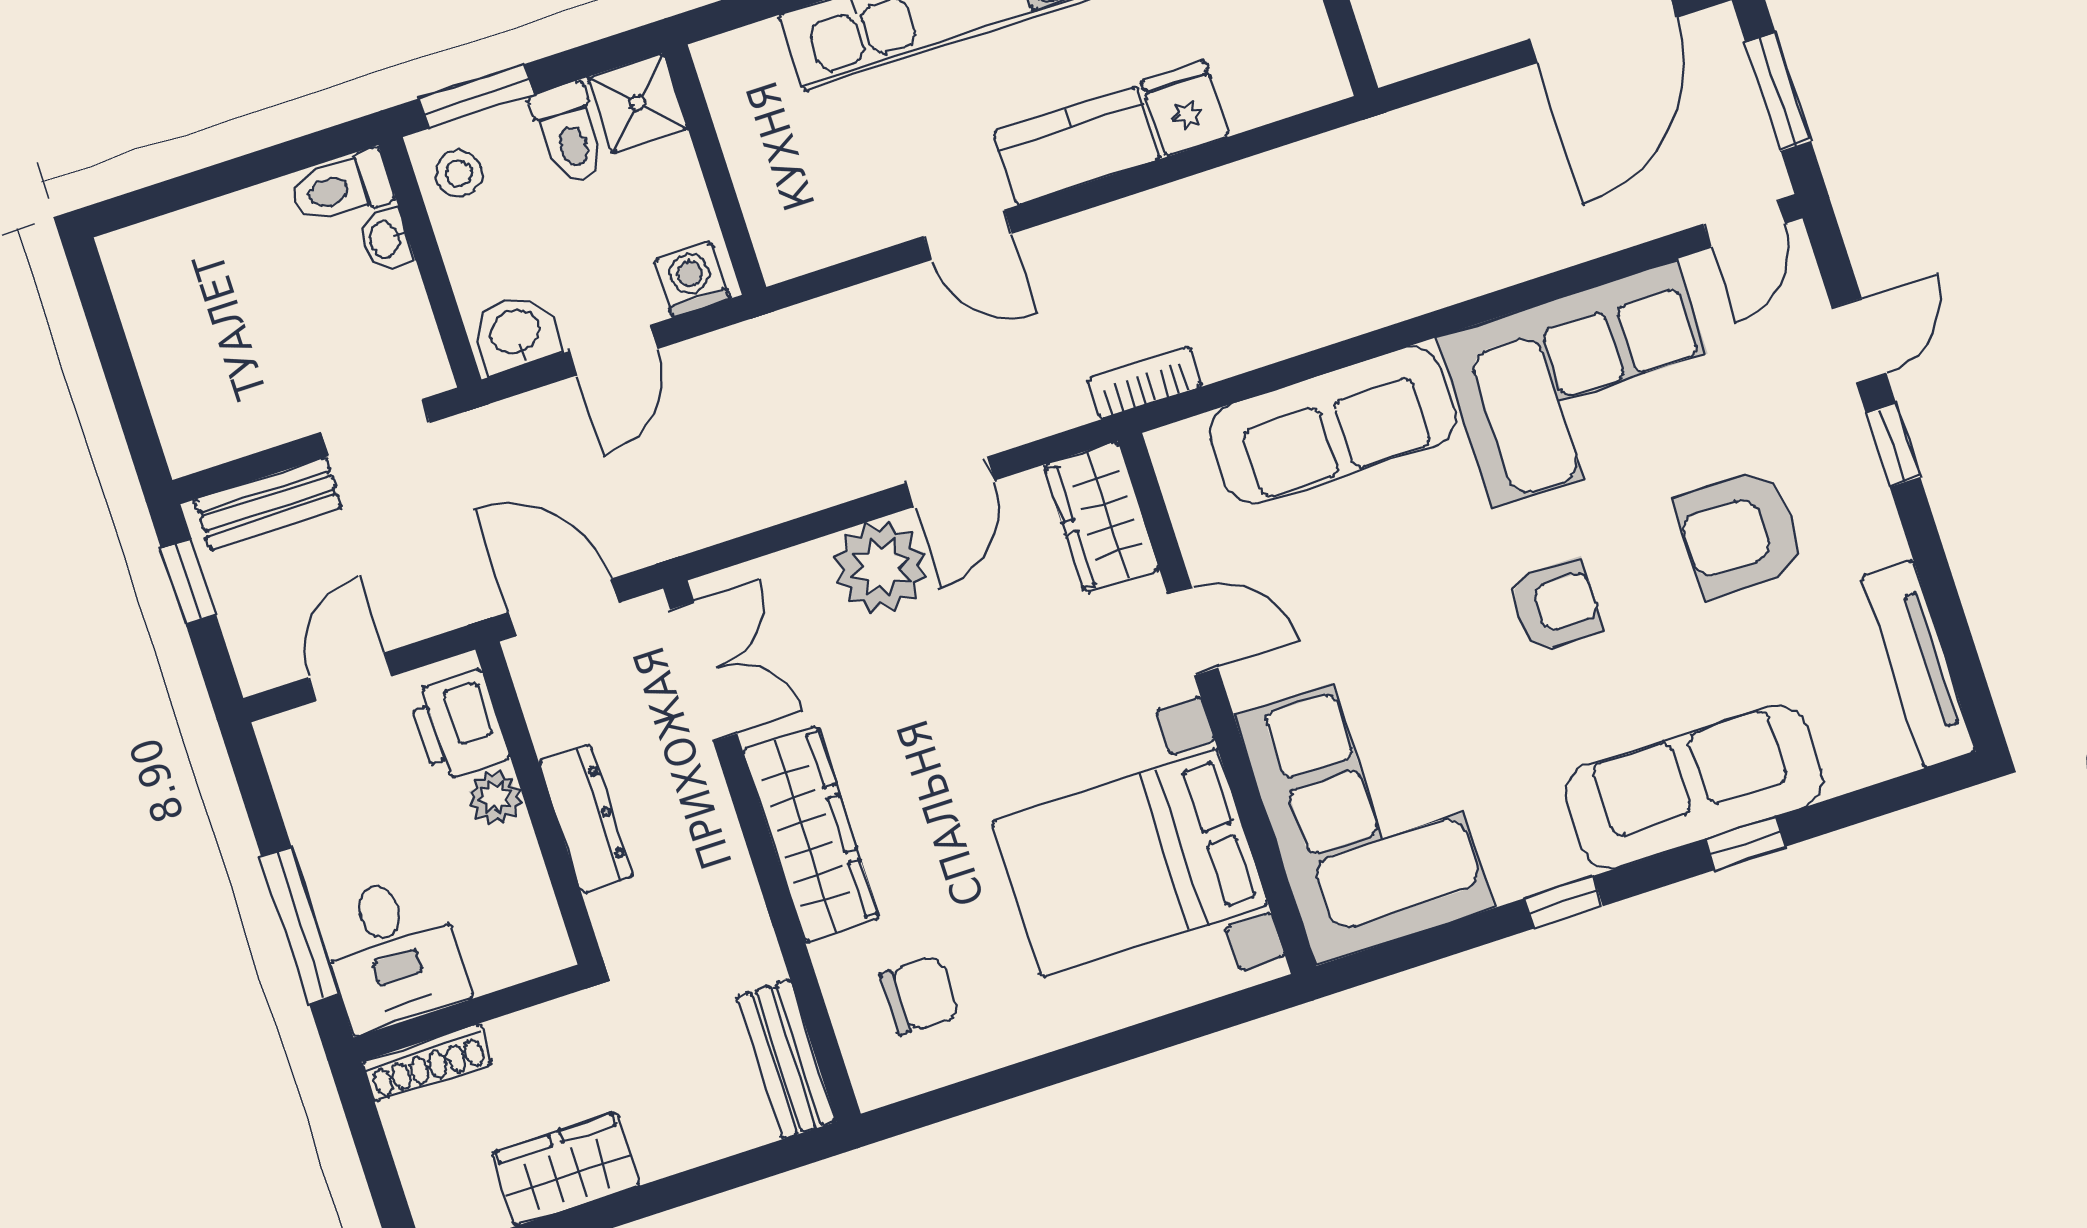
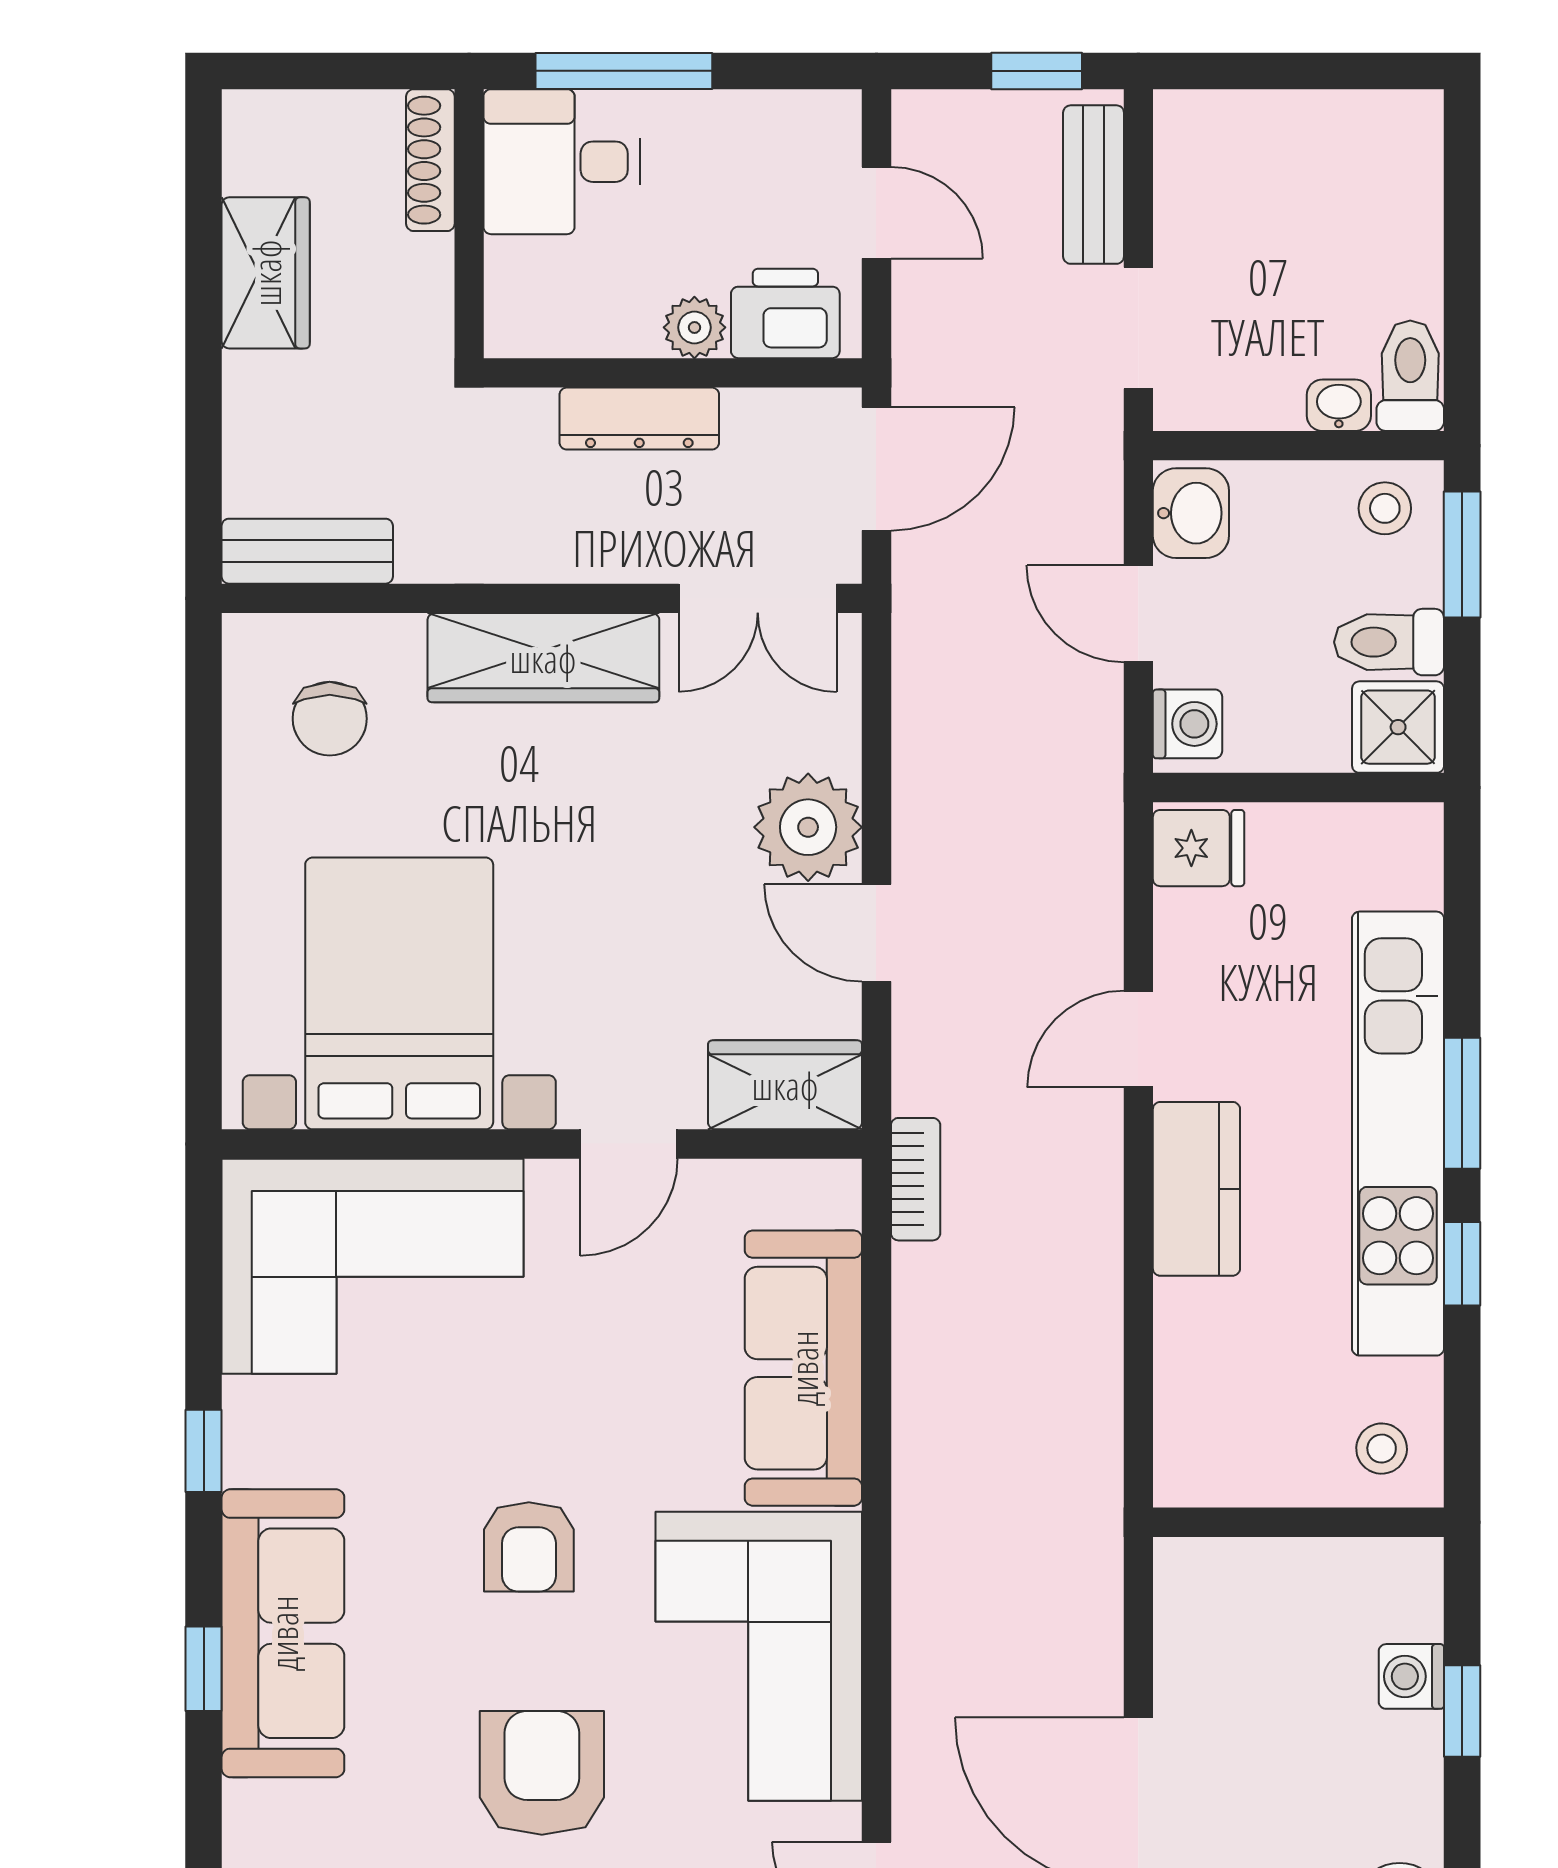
fridge: (1185, 109) -> (1199, 848), moved

